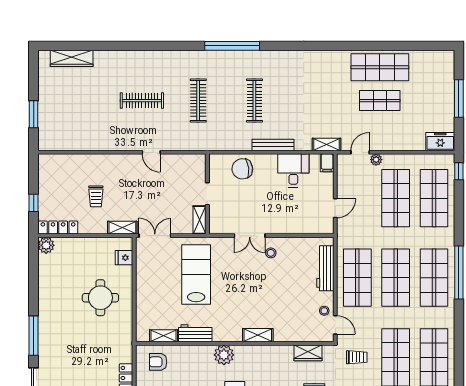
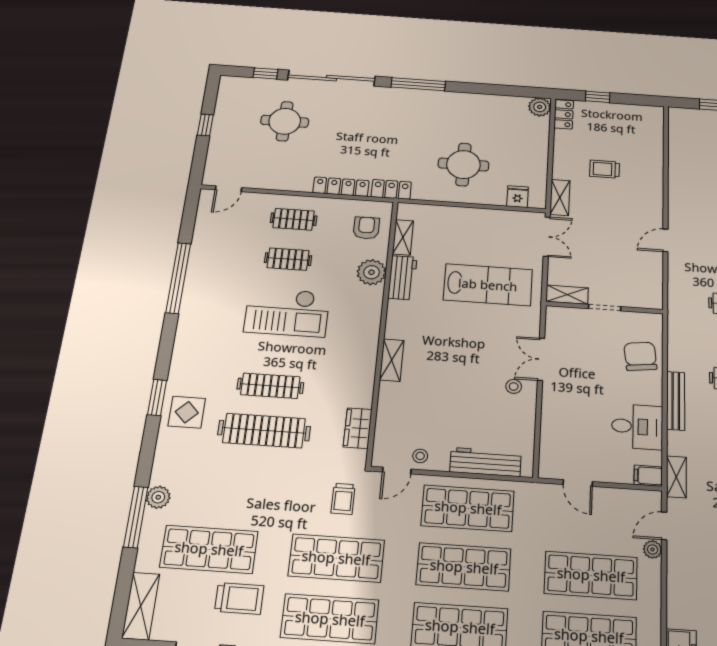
door: (360, 152) -> (664, 526), swing flipped
locker: (58, 227) -> (564, 114), width x0.66
locker: (125, 347) -> (391, 189), added
plant: (224, 355) -> (372, 272), moved

